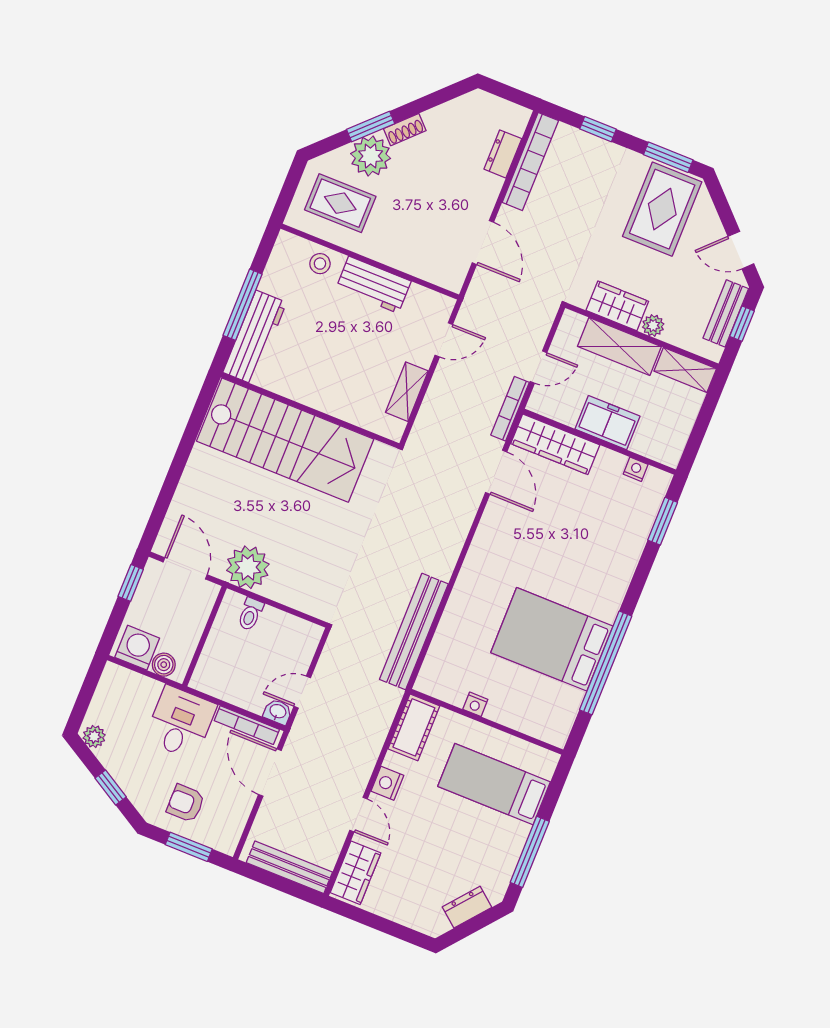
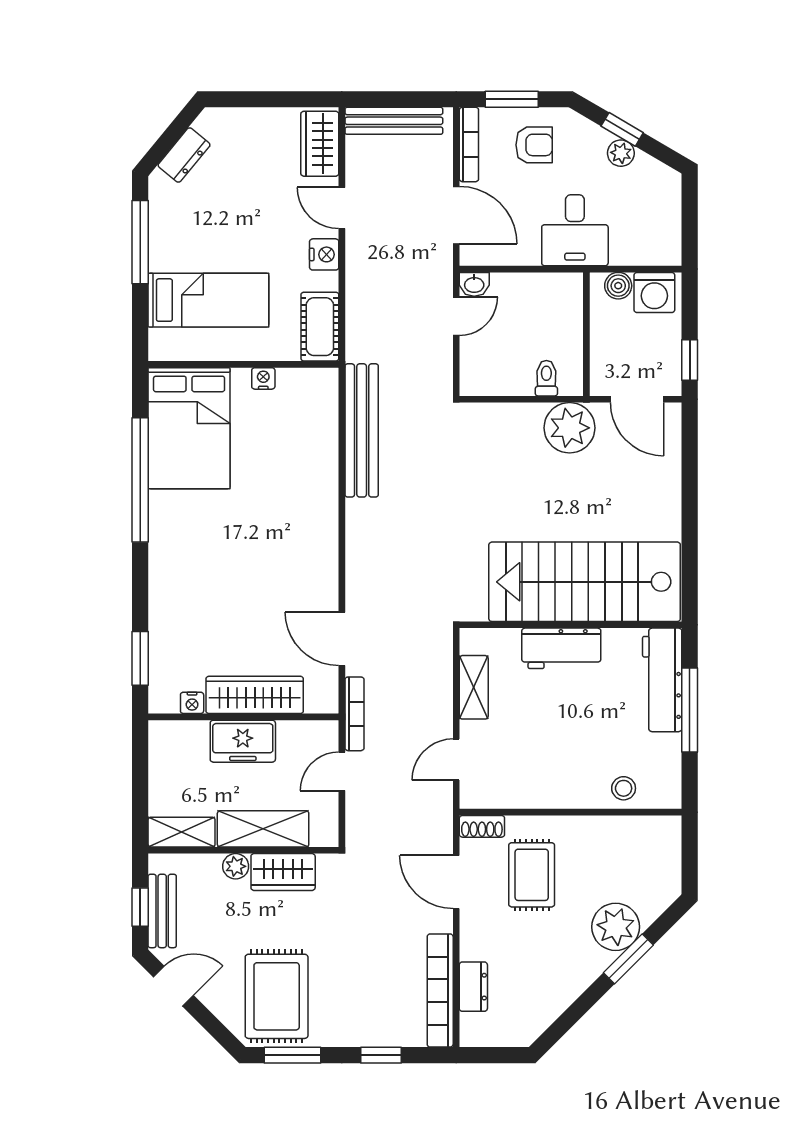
shoe rack: (405, 130) -> (482, 826), moved, turned -135
rug: (340, 203) -> (532, 875), moved, turned 90
workbench: (374, 285) -> (561, 648), moved, turned 180
wardrobe: (555, 444) -> (255, 695), moved
bed: (552, 639) -> (189, 428), moved, turned 90
bookcase: (247, 725) -> (469, 144), moved, turned 90
plant: (94, 736) -> (621, 153), moved

